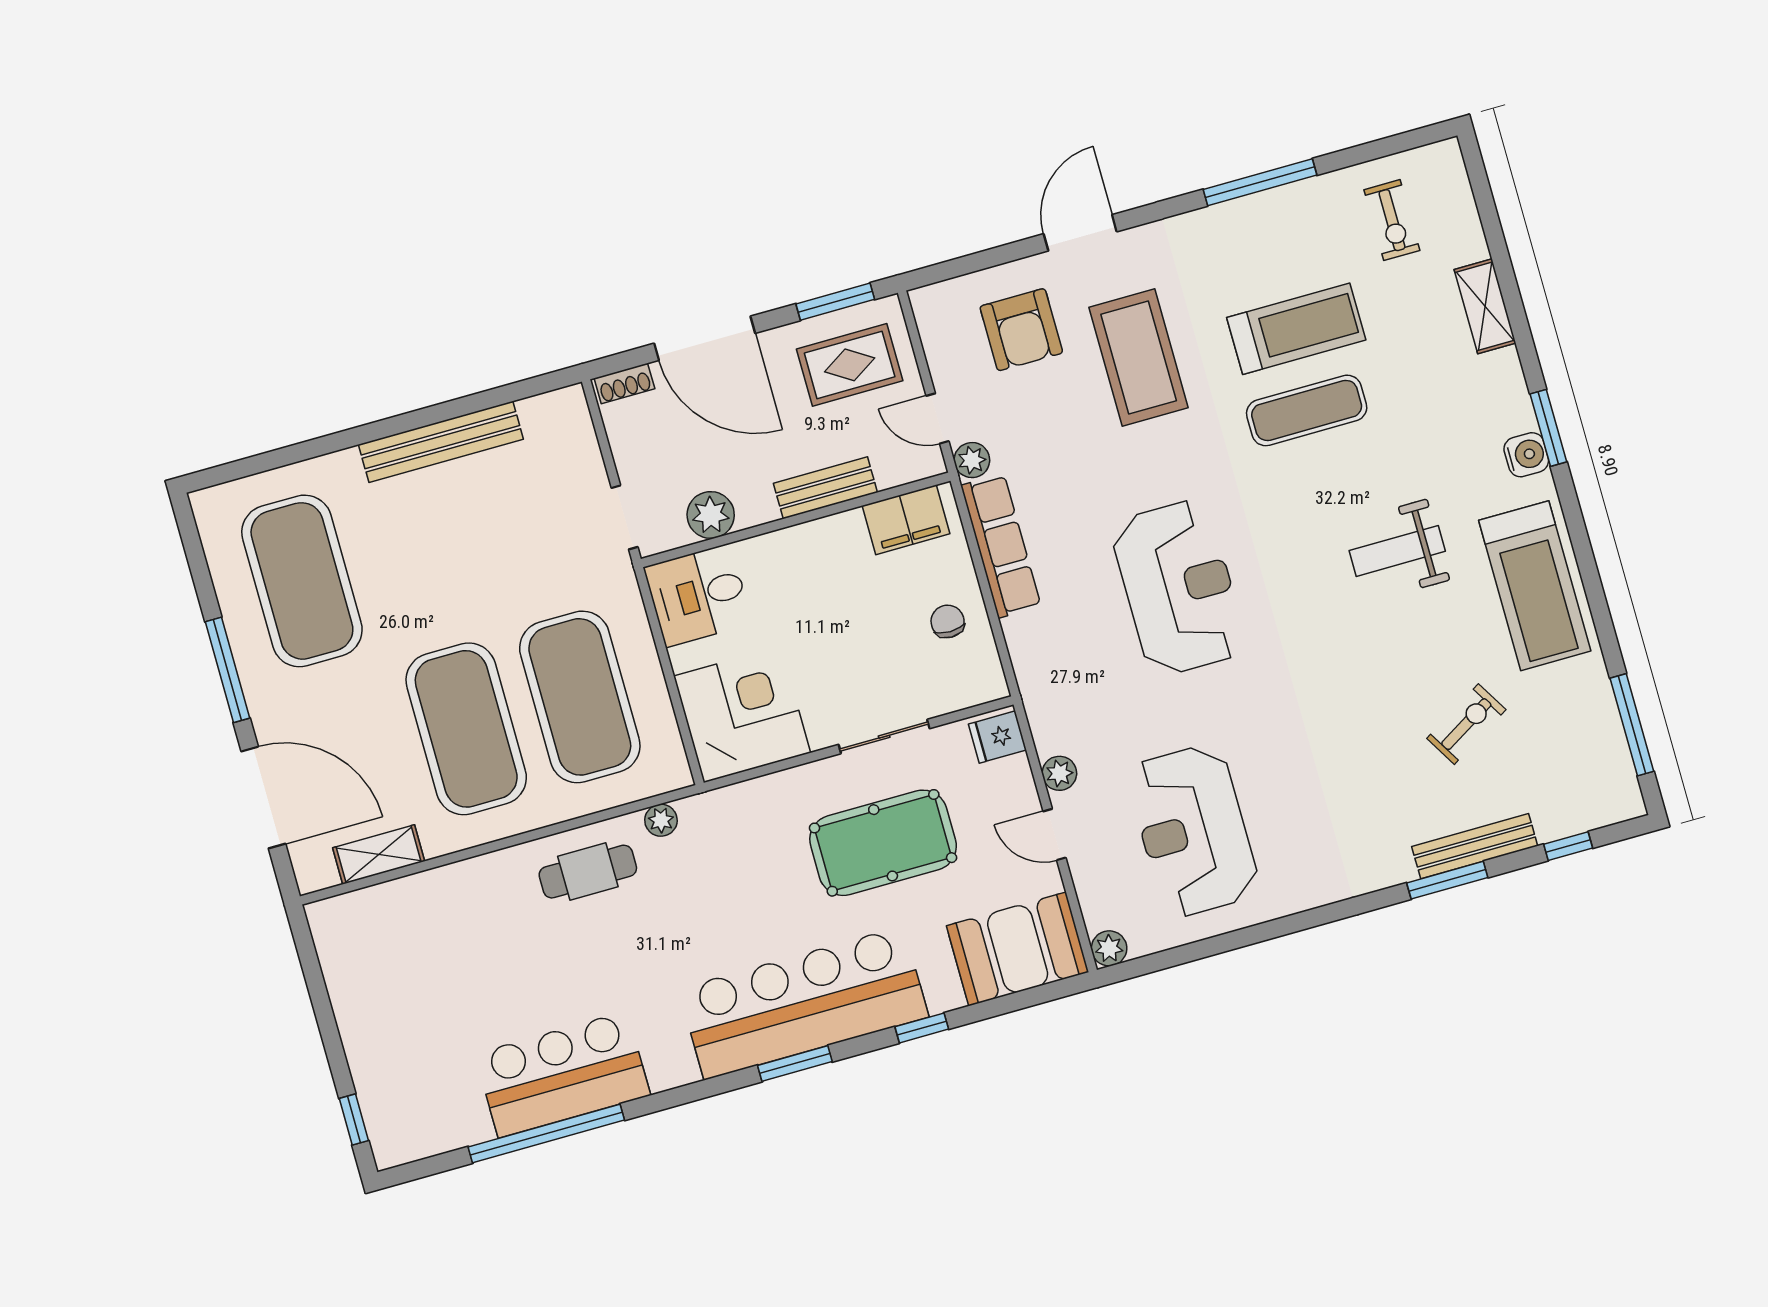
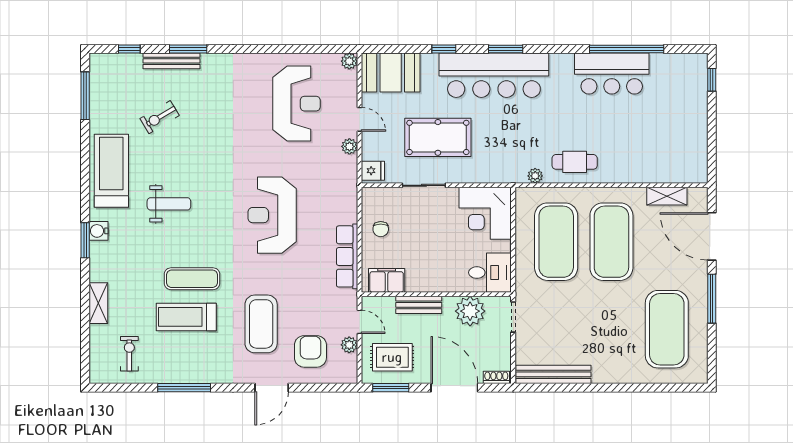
bench: (441, 442) -> (553, 374), moved
plant: (972, 460) -> (349, 345), moved
plant: (711, 515) -> (470, 311), width x1.36, depth x1.36

